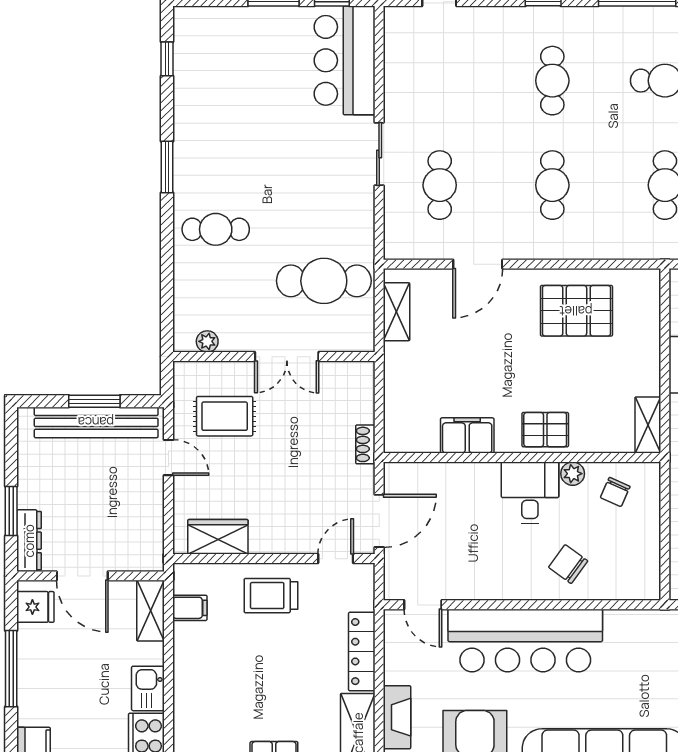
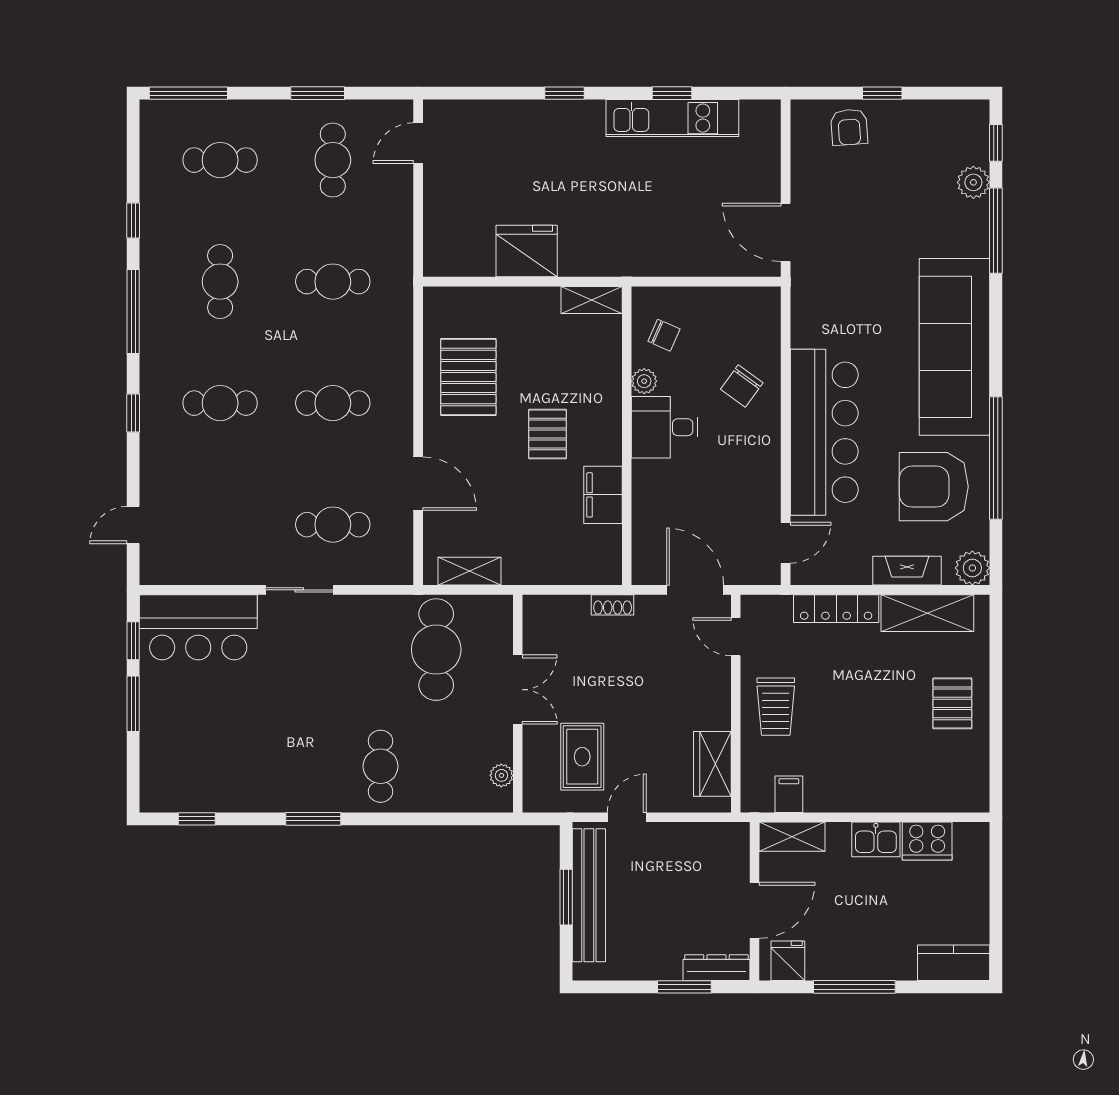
pallet: (545, 430) -> (547, 434), moved

